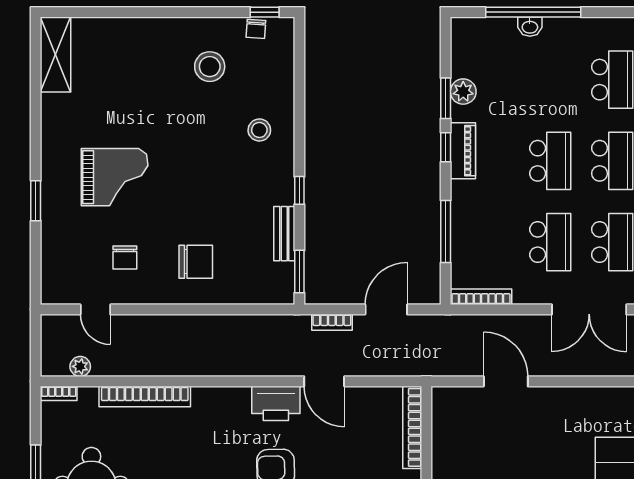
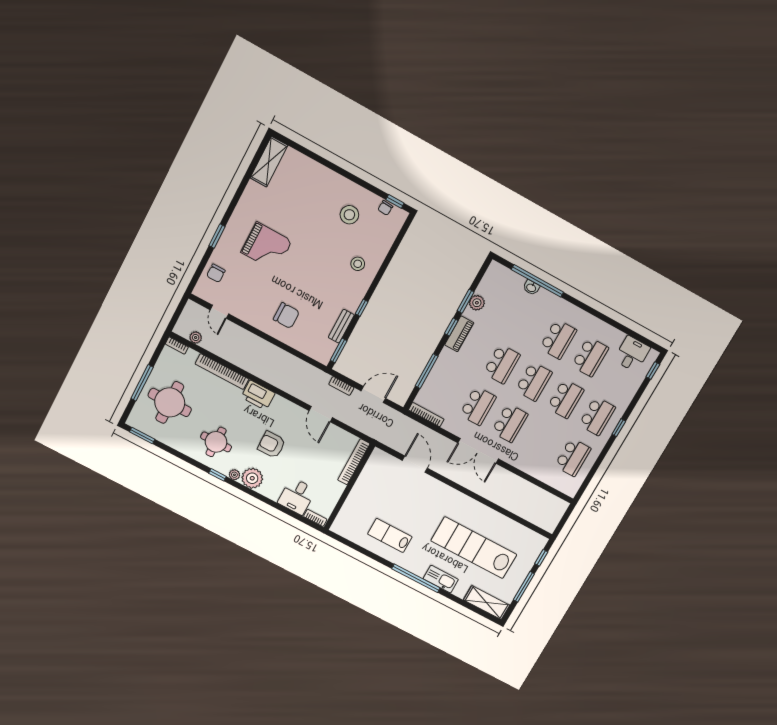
chair: (125, 258) -> (216, 273), moved
printer: (276, 403) -> (258, 395), moved

